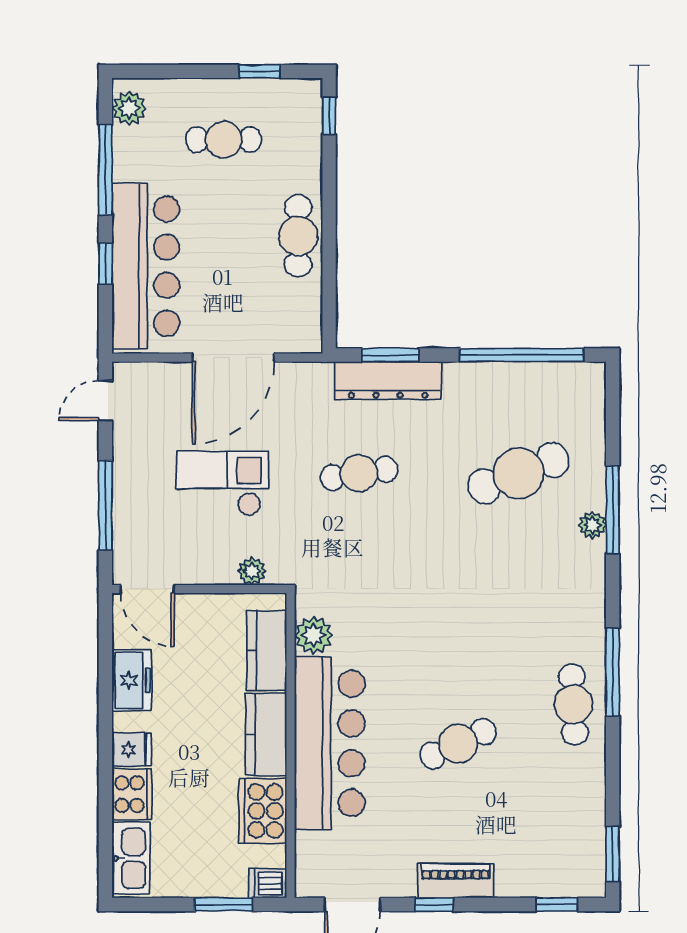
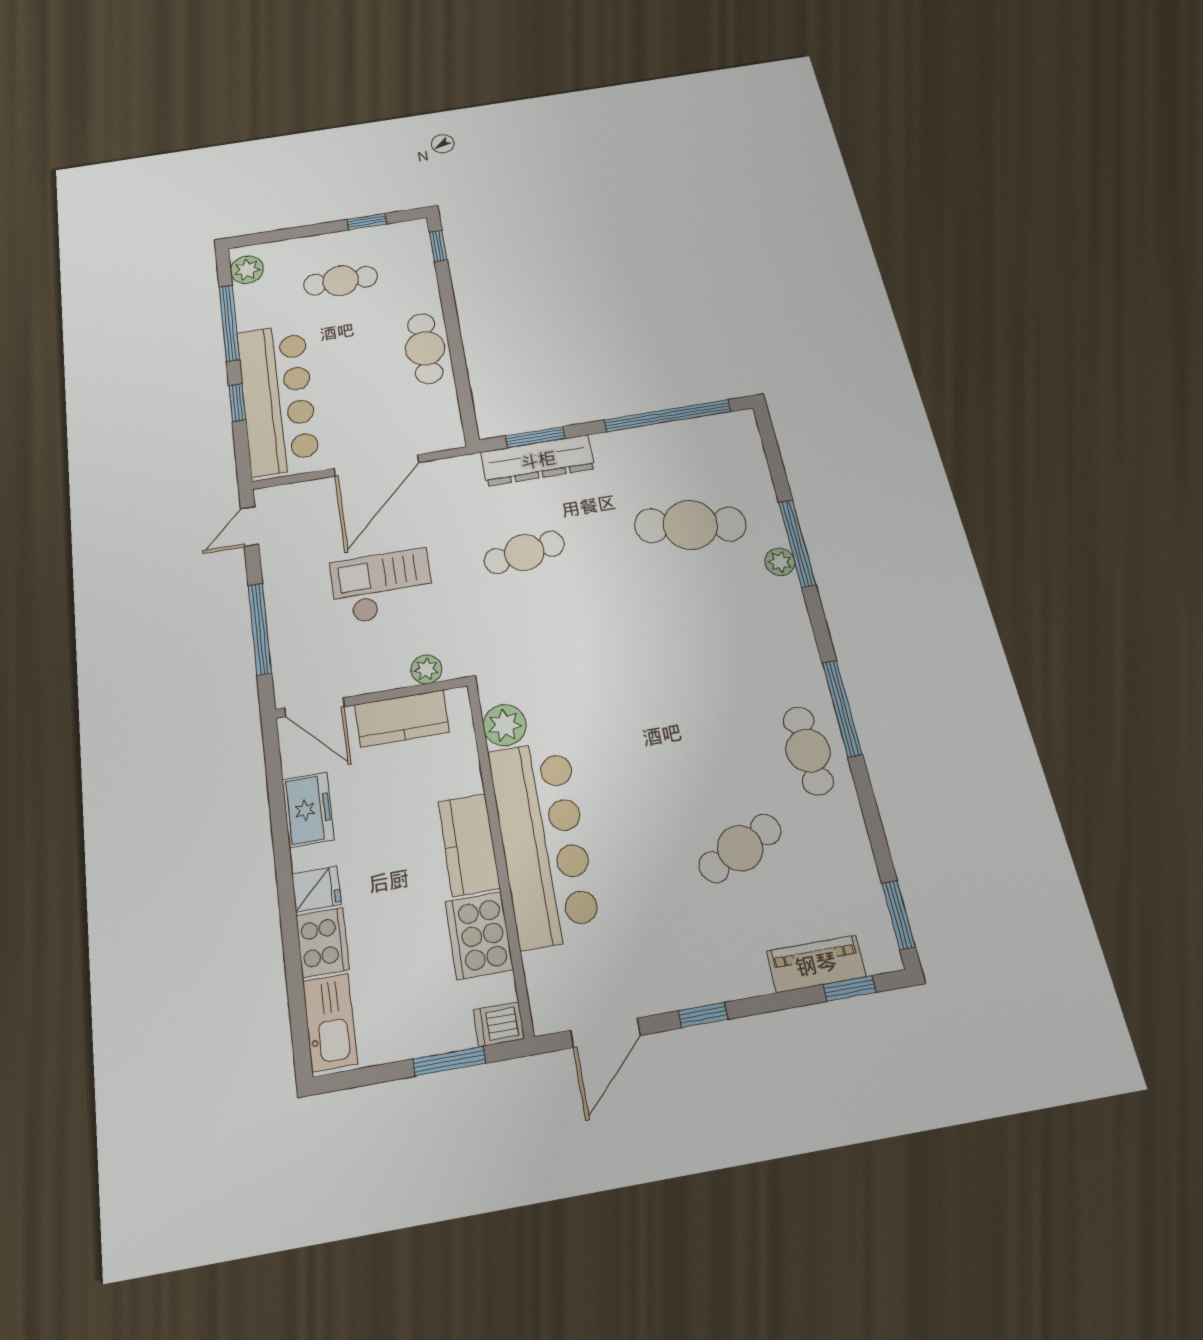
cafe table: (518, 473) -> (690, 525), turned 30
kitchen counter: (267, 650) -> (402, 718), moved, turned -90
cafe table: (458, 744) -> (740, 848), moved
piano: (456, 881) -> (816, 964), moved

